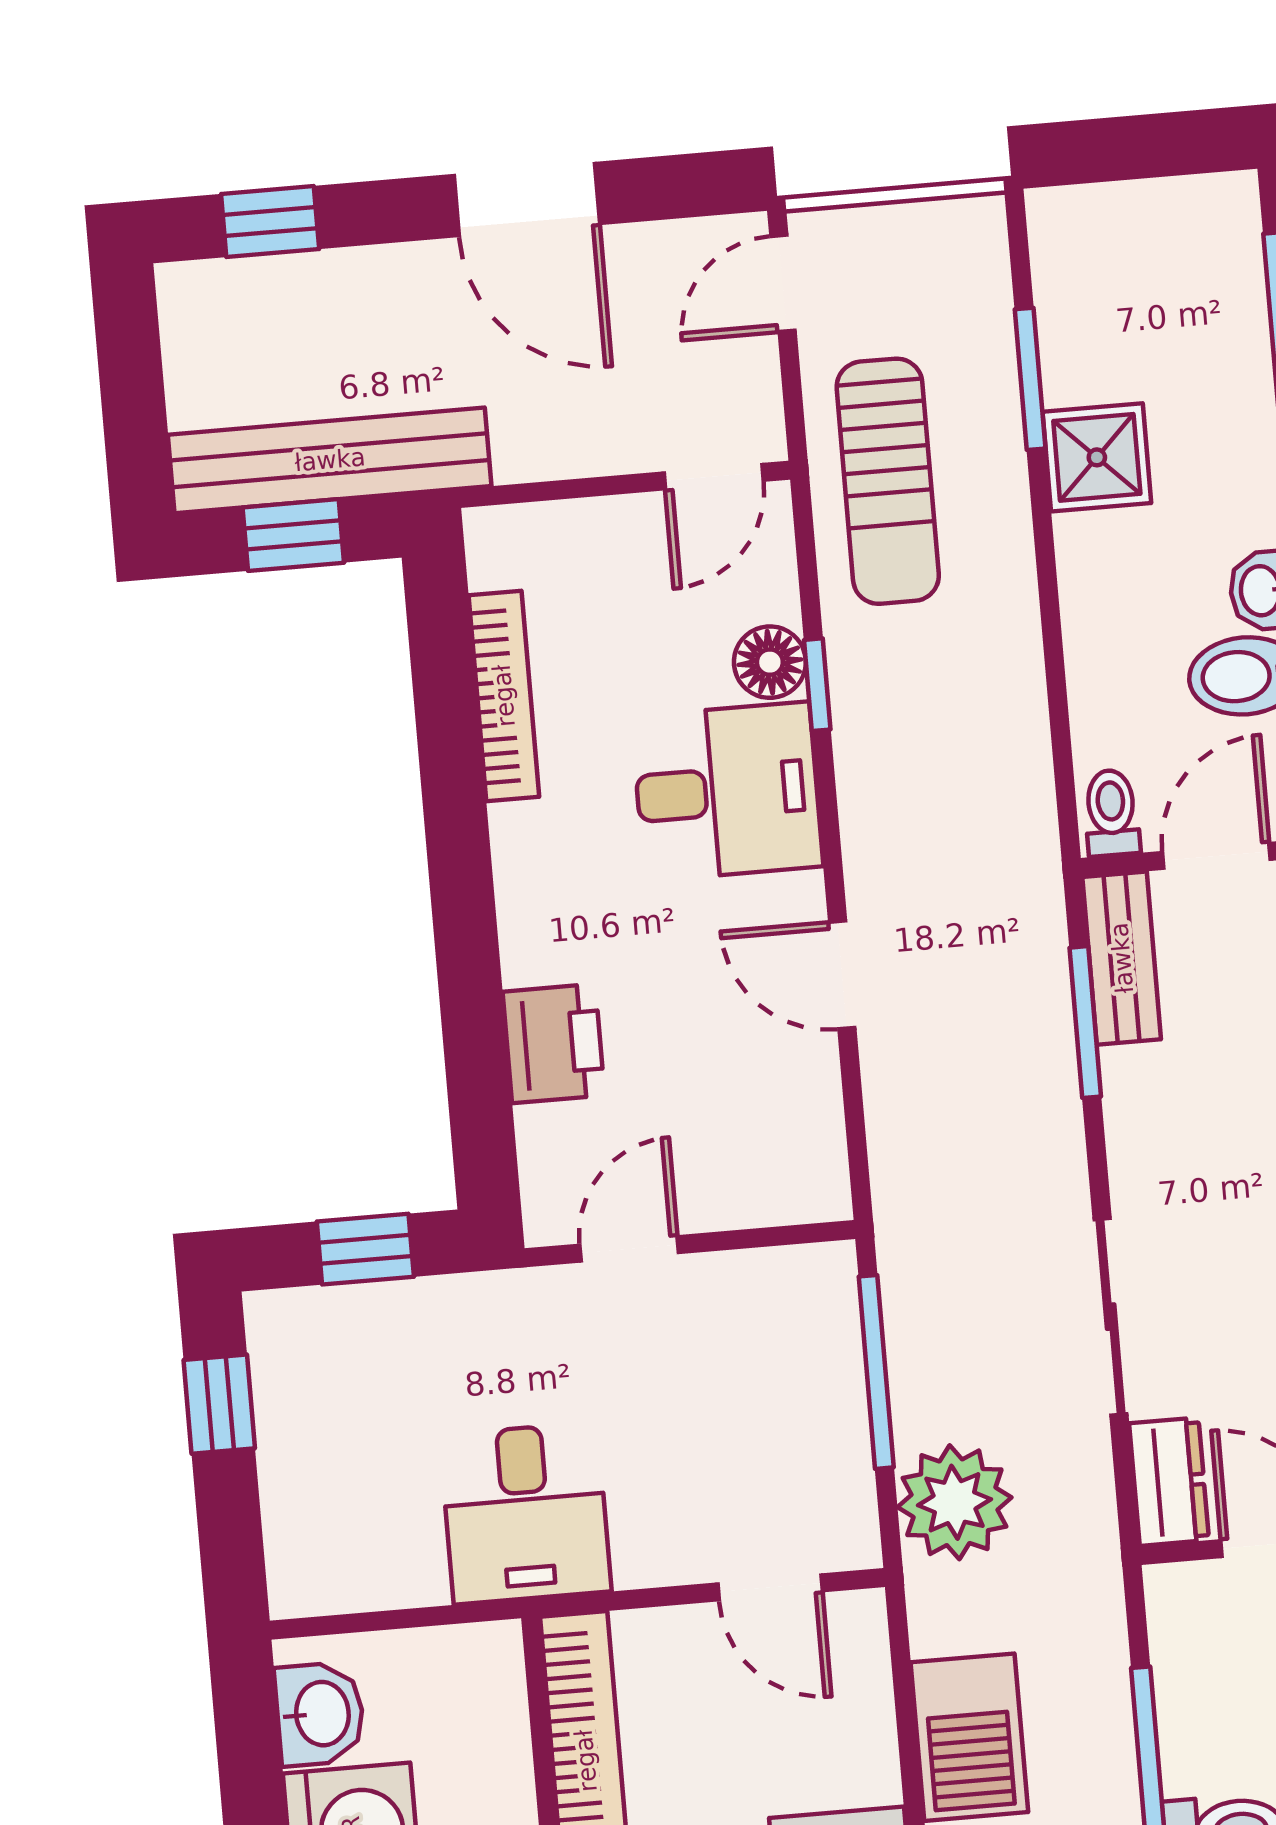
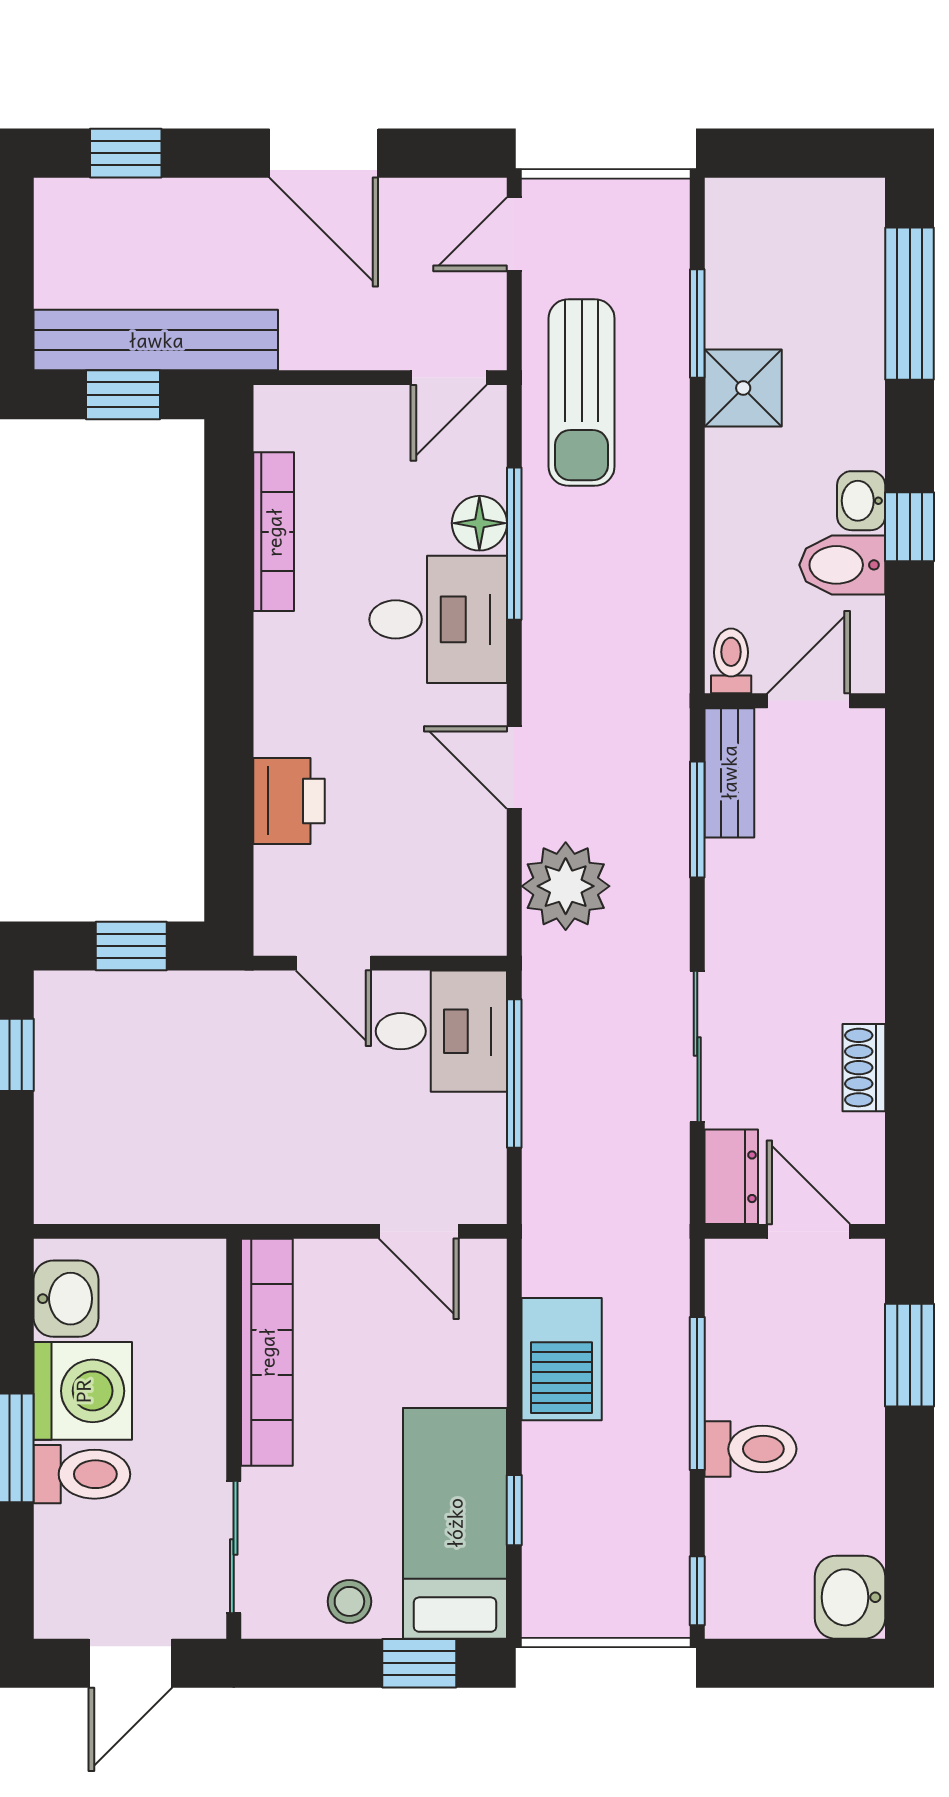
window: (817, 685) -> (514, 544), width x2.17
door: (629, 1249) -> (333, 963), swing flipped
plant: (954, 1502) -> (566, 886), moved
desk: (525, 1513) -> (441, 1031), moved, turned -90

